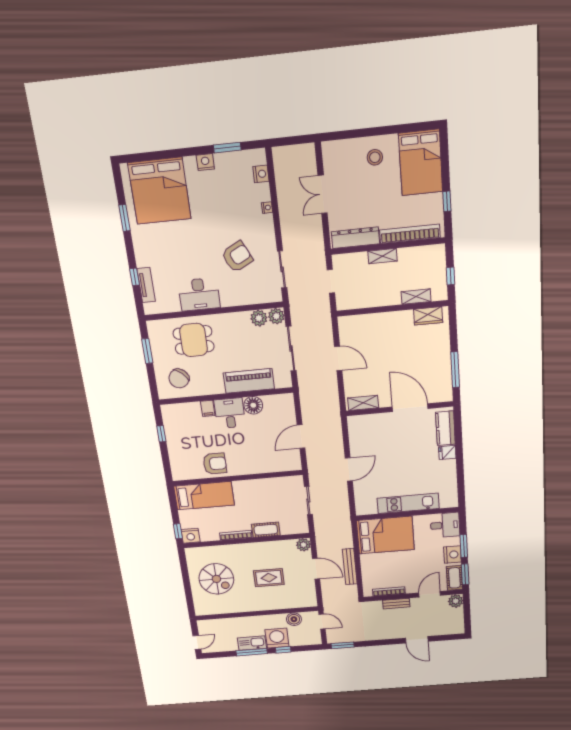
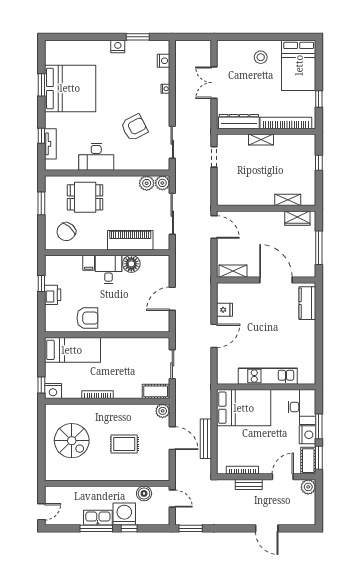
bed: (159, 191) -> (70, 88), moved, turned -90
shelving: (416, 297) -> (288, 200), moved
wall: (392, 308) -> (266, 208), moved
wardrobe: (428, 316) -> (297, 218), moved
printer: (175, 444) -> (53, 295), added
fridge: (447, 452) -> (224, 310), moved, turned 180
desk: (445, 525) -> (302, 407), width x1.37
cot: (266, 530) -> (156, 391), moved

